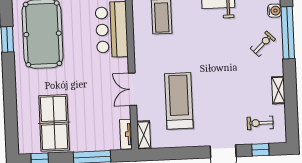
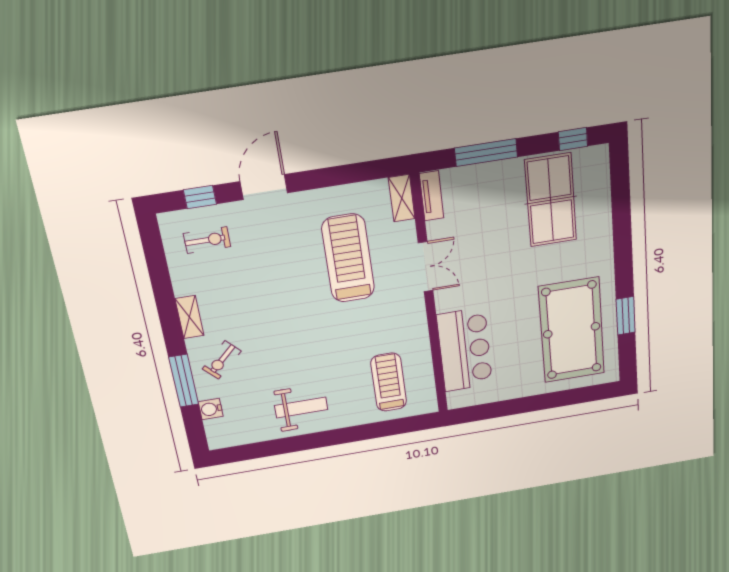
window: (288, 33) -> (184, 381), width x0.68
shelving: (278, 90) -> (189, 317), moved
treadmill: (179, 101) -> (348, 258), turned 180

